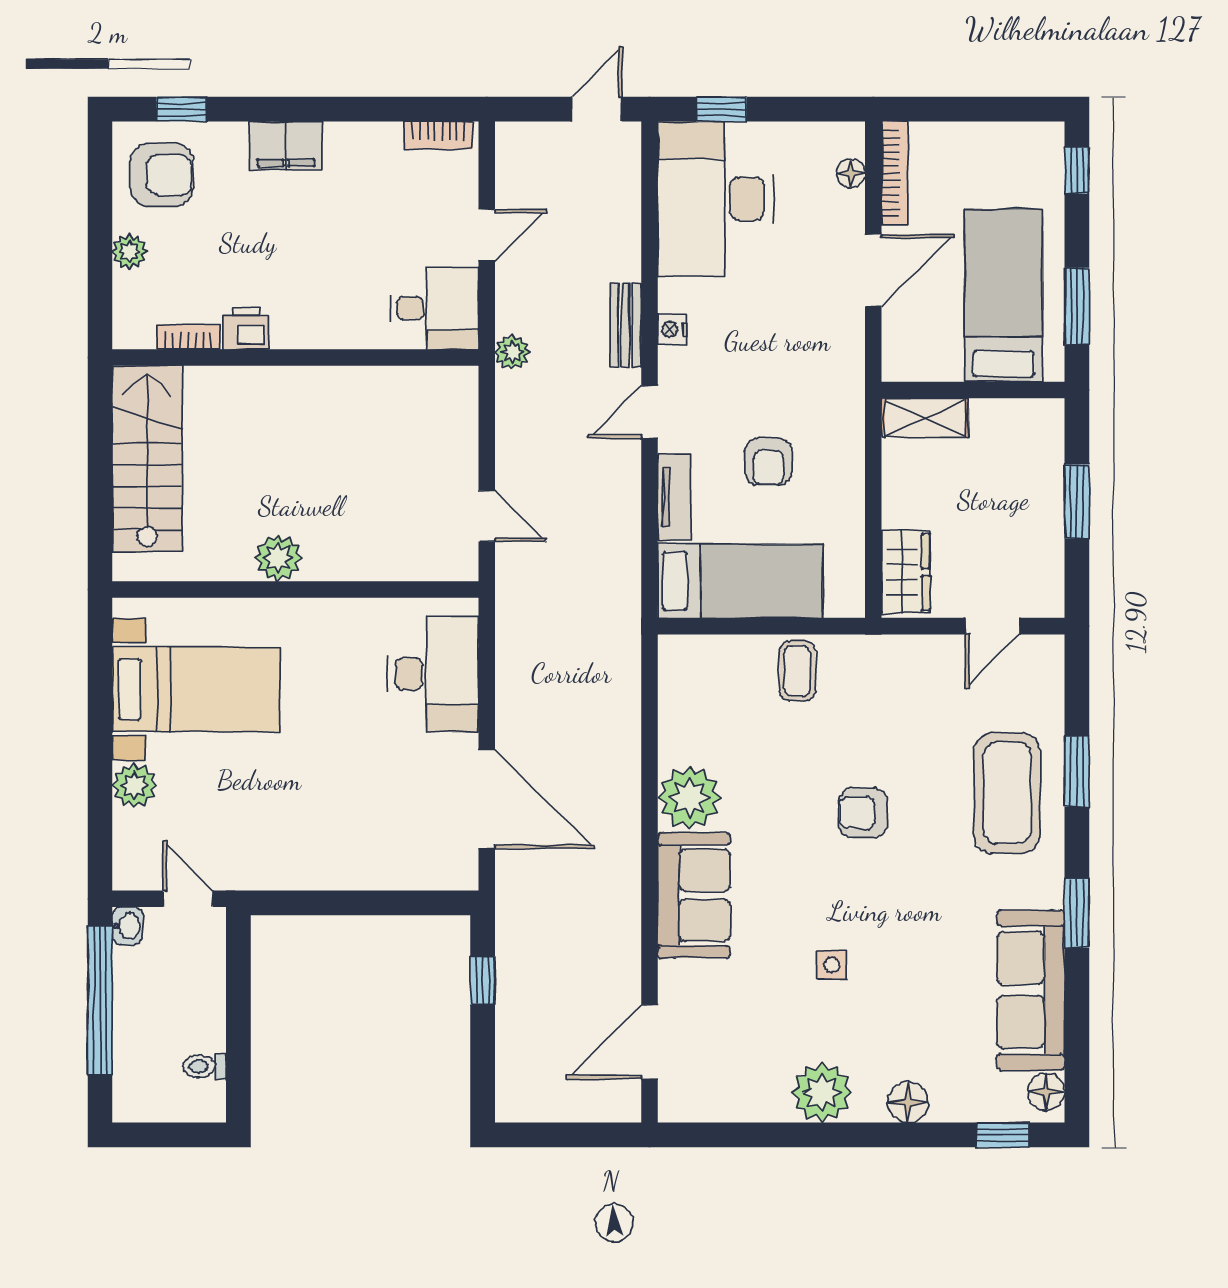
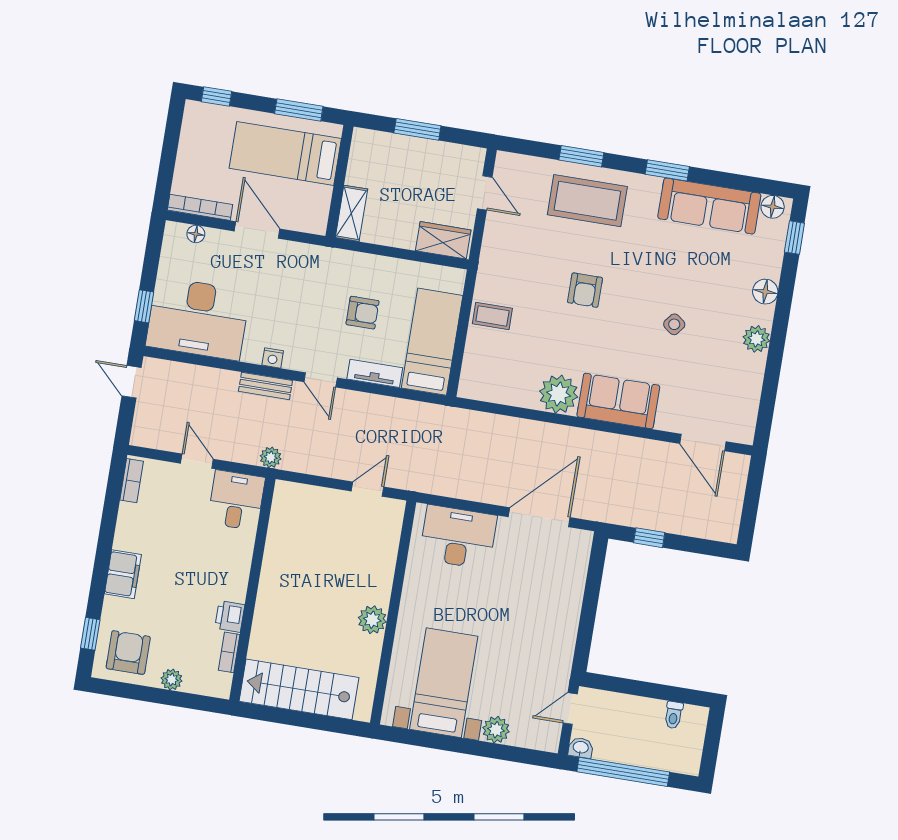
side table: (832, 965) -> (674, 324), turned 38
plant: (822, 1093) -> (756, 339), width x0.73, depth x0.73

